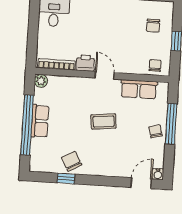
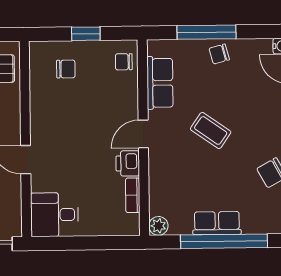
bookcase: (57, 64) -> (133, 195), width x0.64
coffee table: (104, 121) -> (211, 130), turned -49

